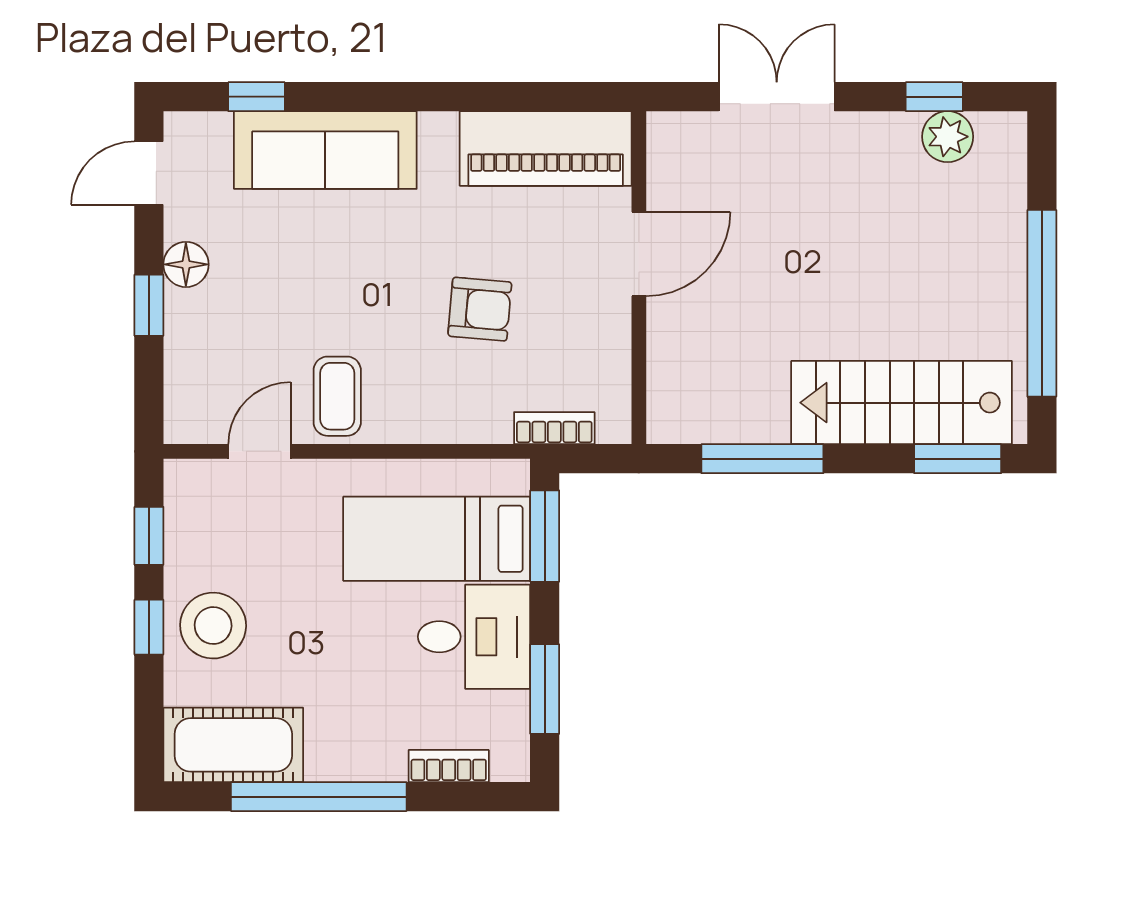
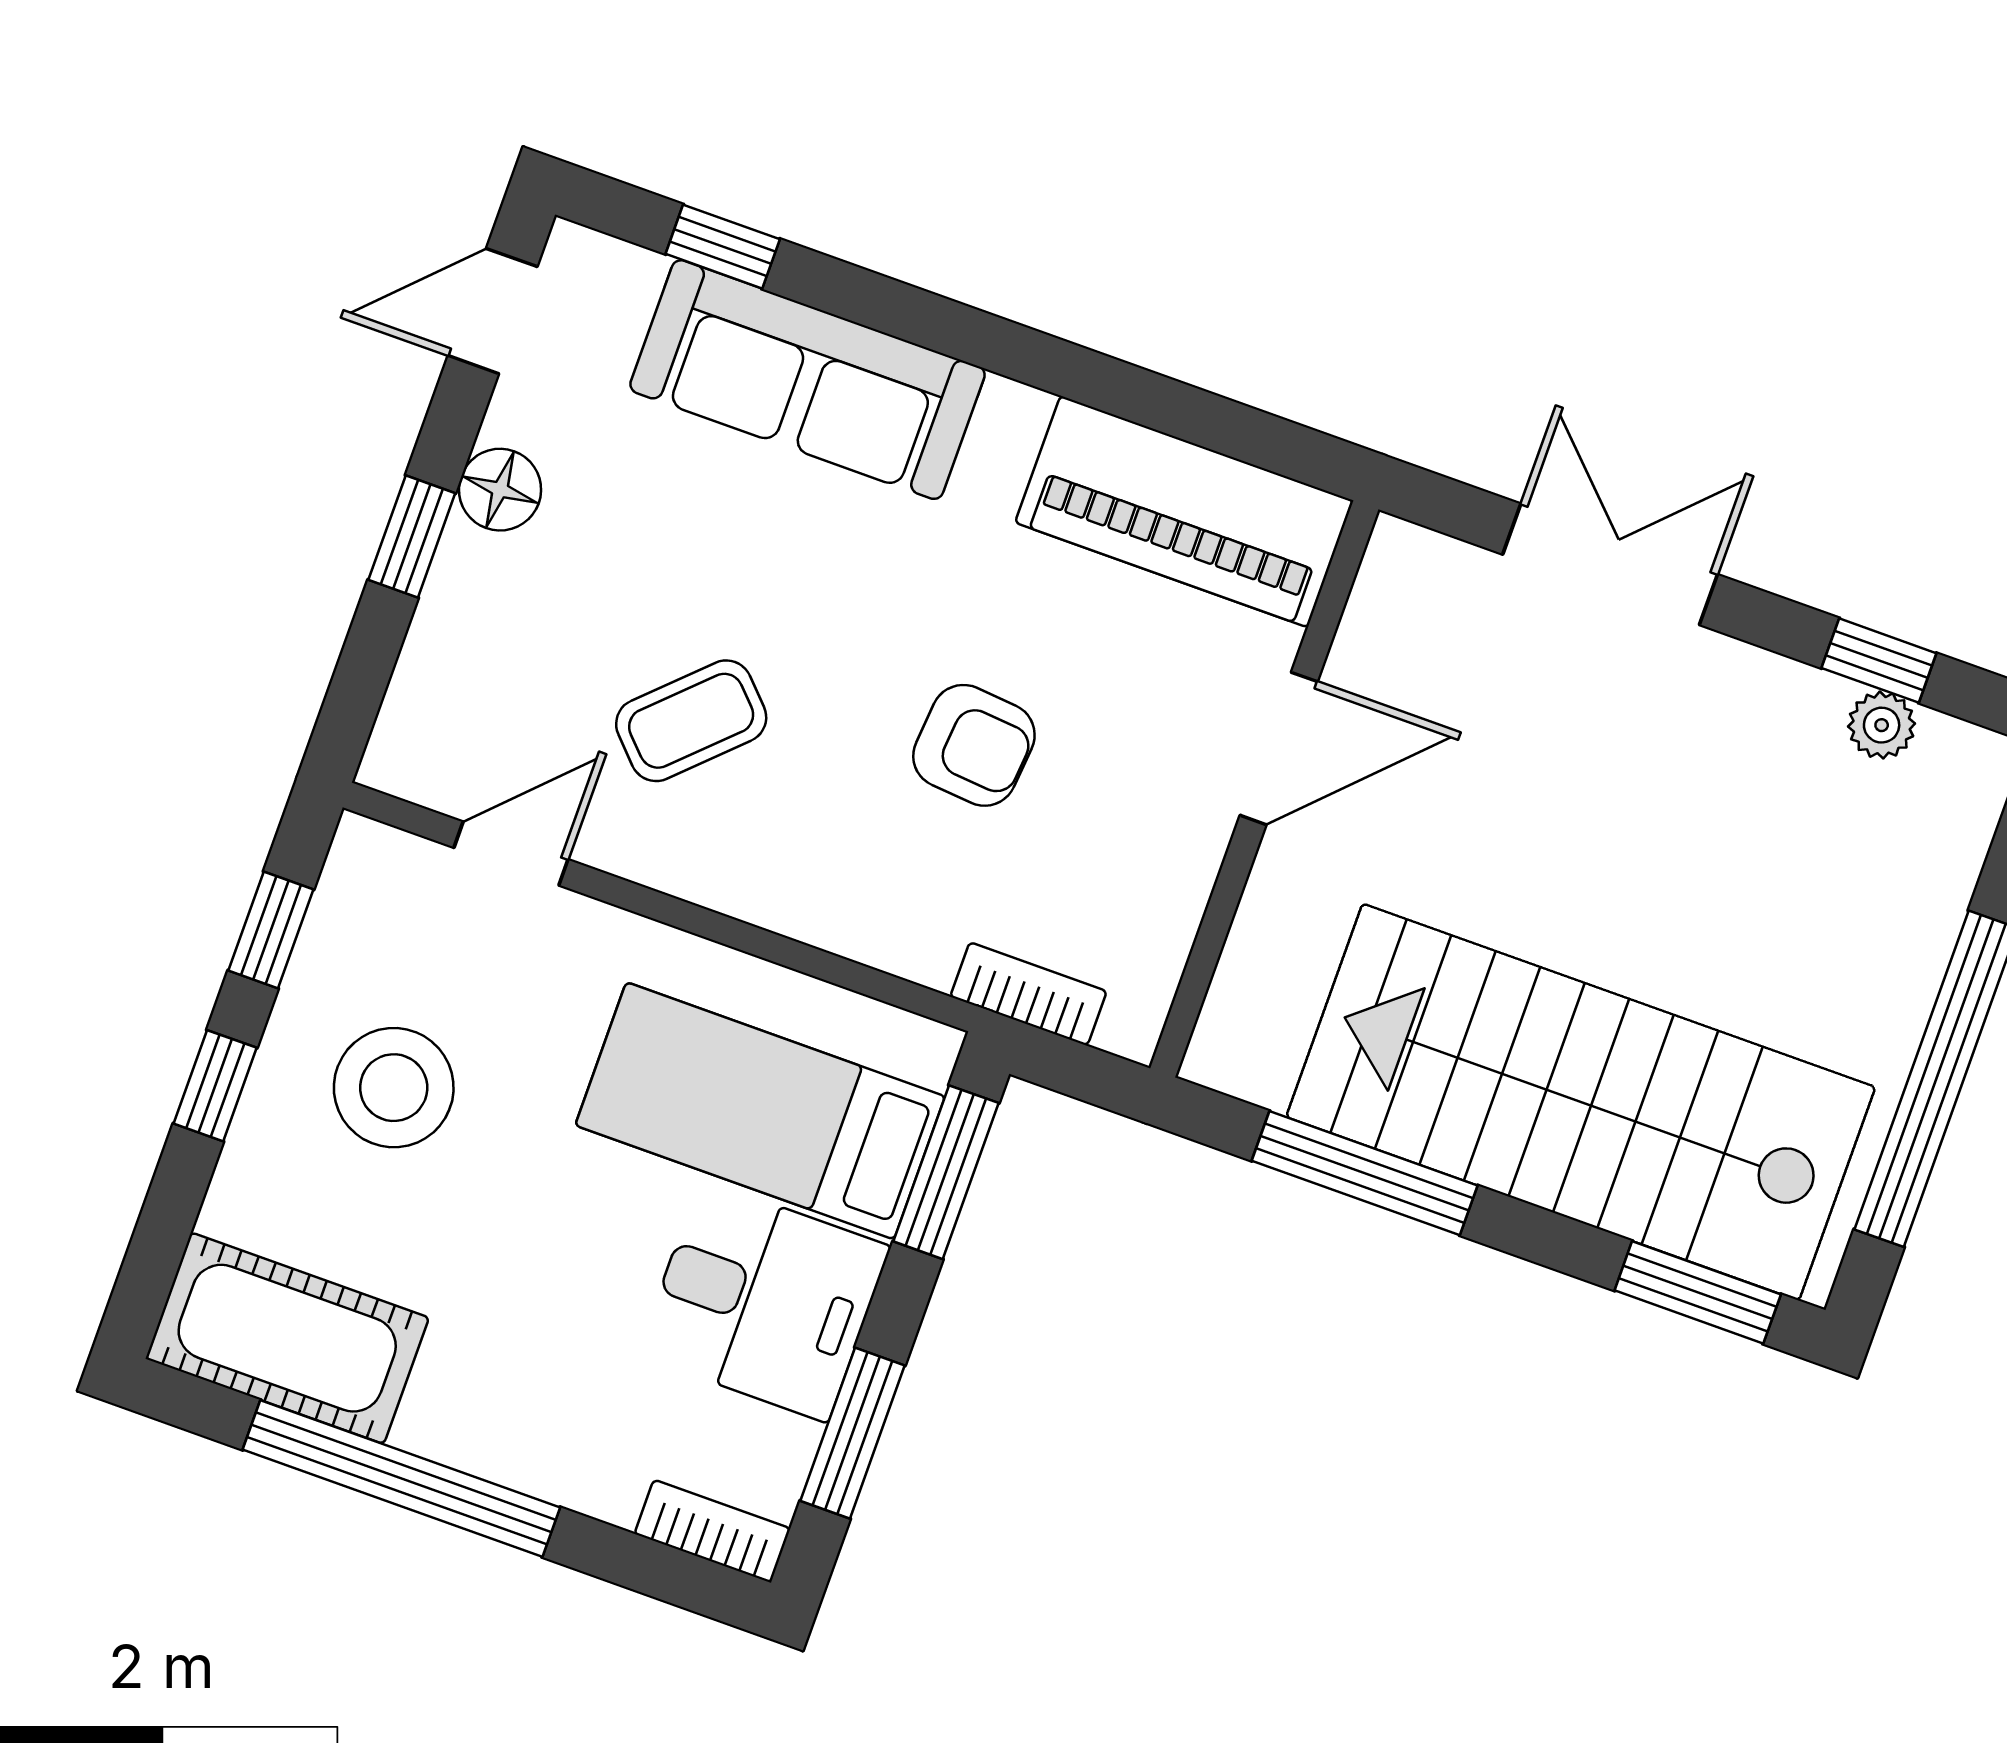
plant: (948, 137) -> (1882, 725), width x0.73, depth x0.73
coffee table: (337, 396) -> (691, 721), moved, turned 46
stairs: (902, 403) -> (1581, 1102), width x1.36, depth x1.51
stool: (213, 626) -> (394, 1088), moved
bookcase: (449, 766) -> (712, 1531), moved

